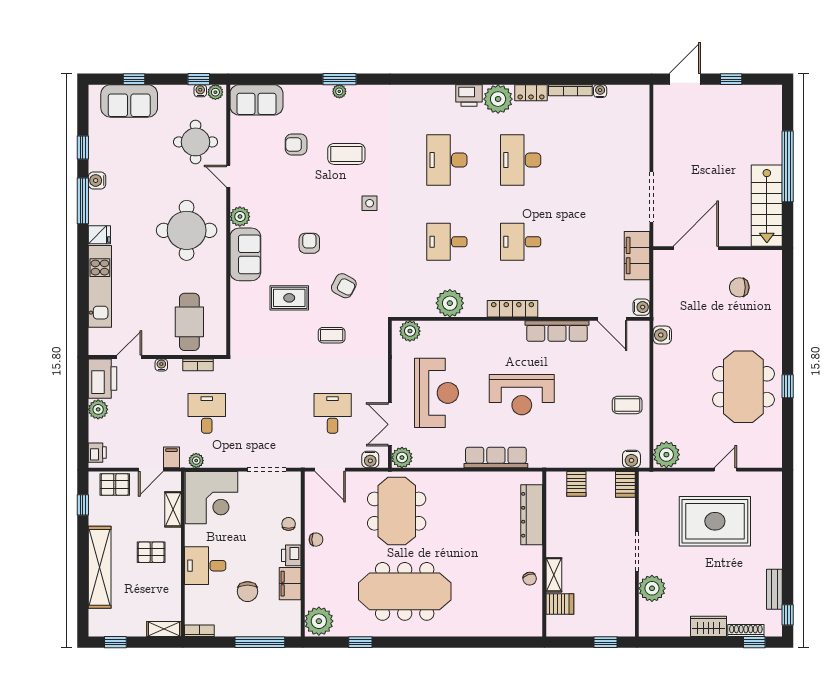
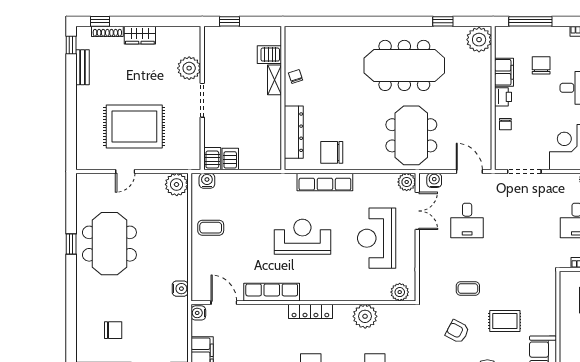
server rack: (576, 484) -> (230, 159), moved
chair: (316, 540) -> (332, 152), moved, width x1.87, depth x1.87

